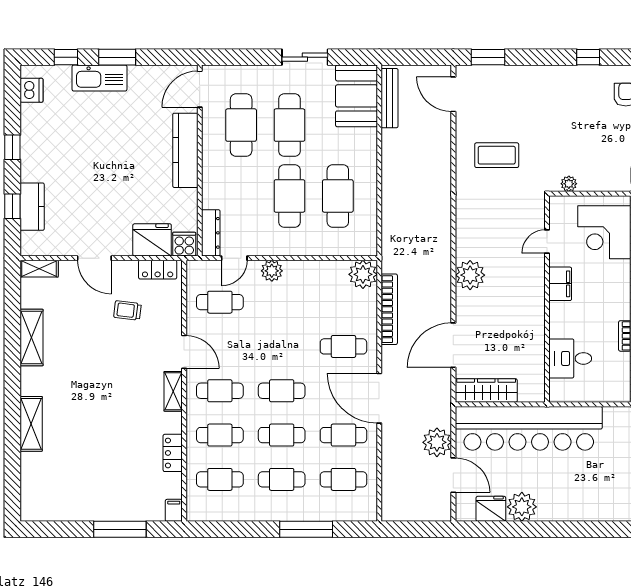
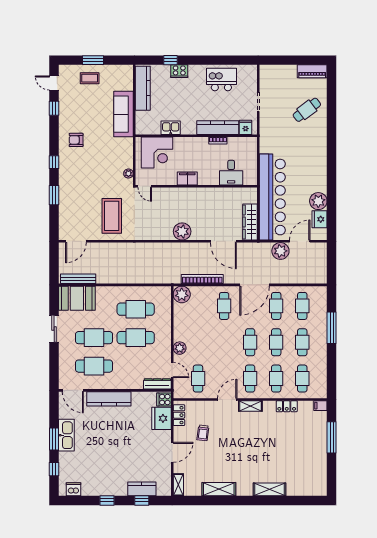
window: (488, 57) -> (54, 195), moved
kitchen sink: (99, 78) -> (66, 435), moved
coffee table: (497, 155) -> (112, 216), width x1.36, depth x1.32
door: (547, 241) -> (145, 186), moved

